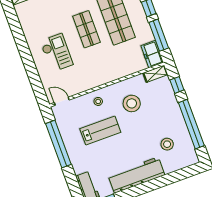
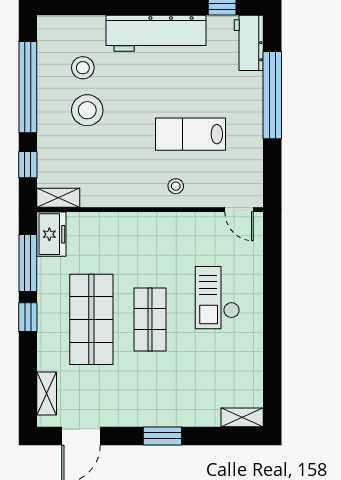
stool: (132, 103) -> (87, 110), moved
window: (58, 144) -> (272, 95), moved

